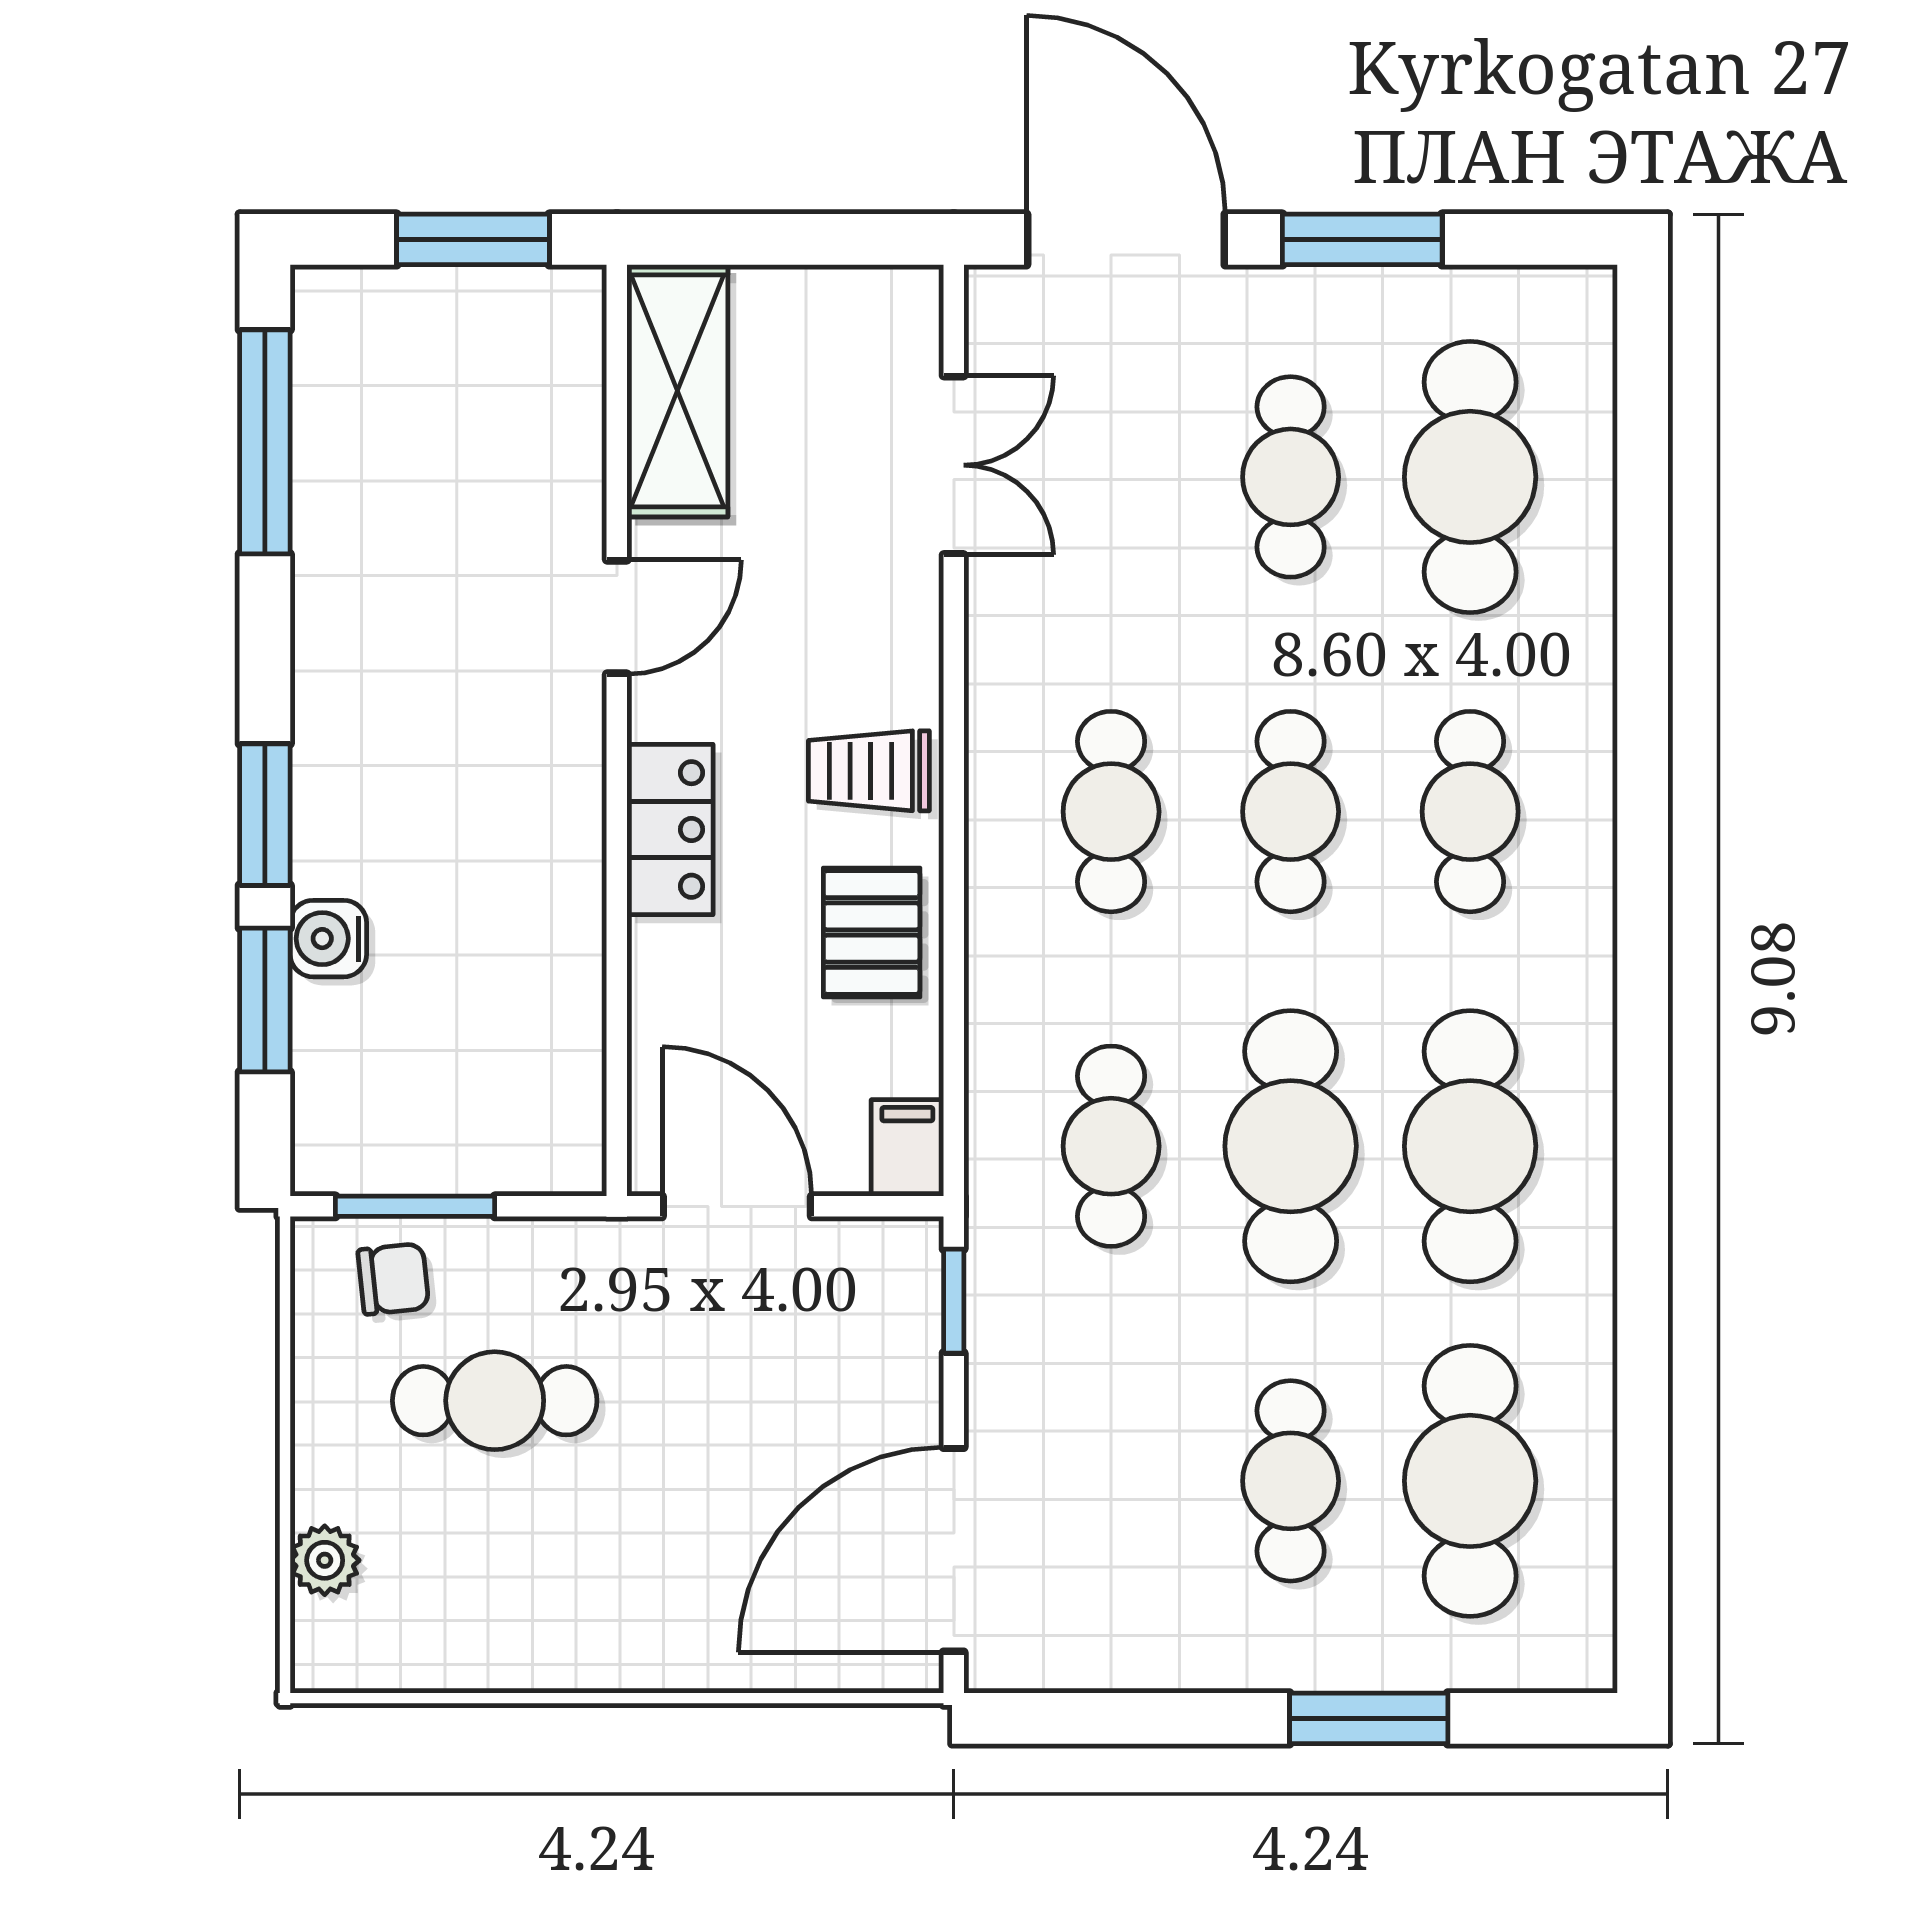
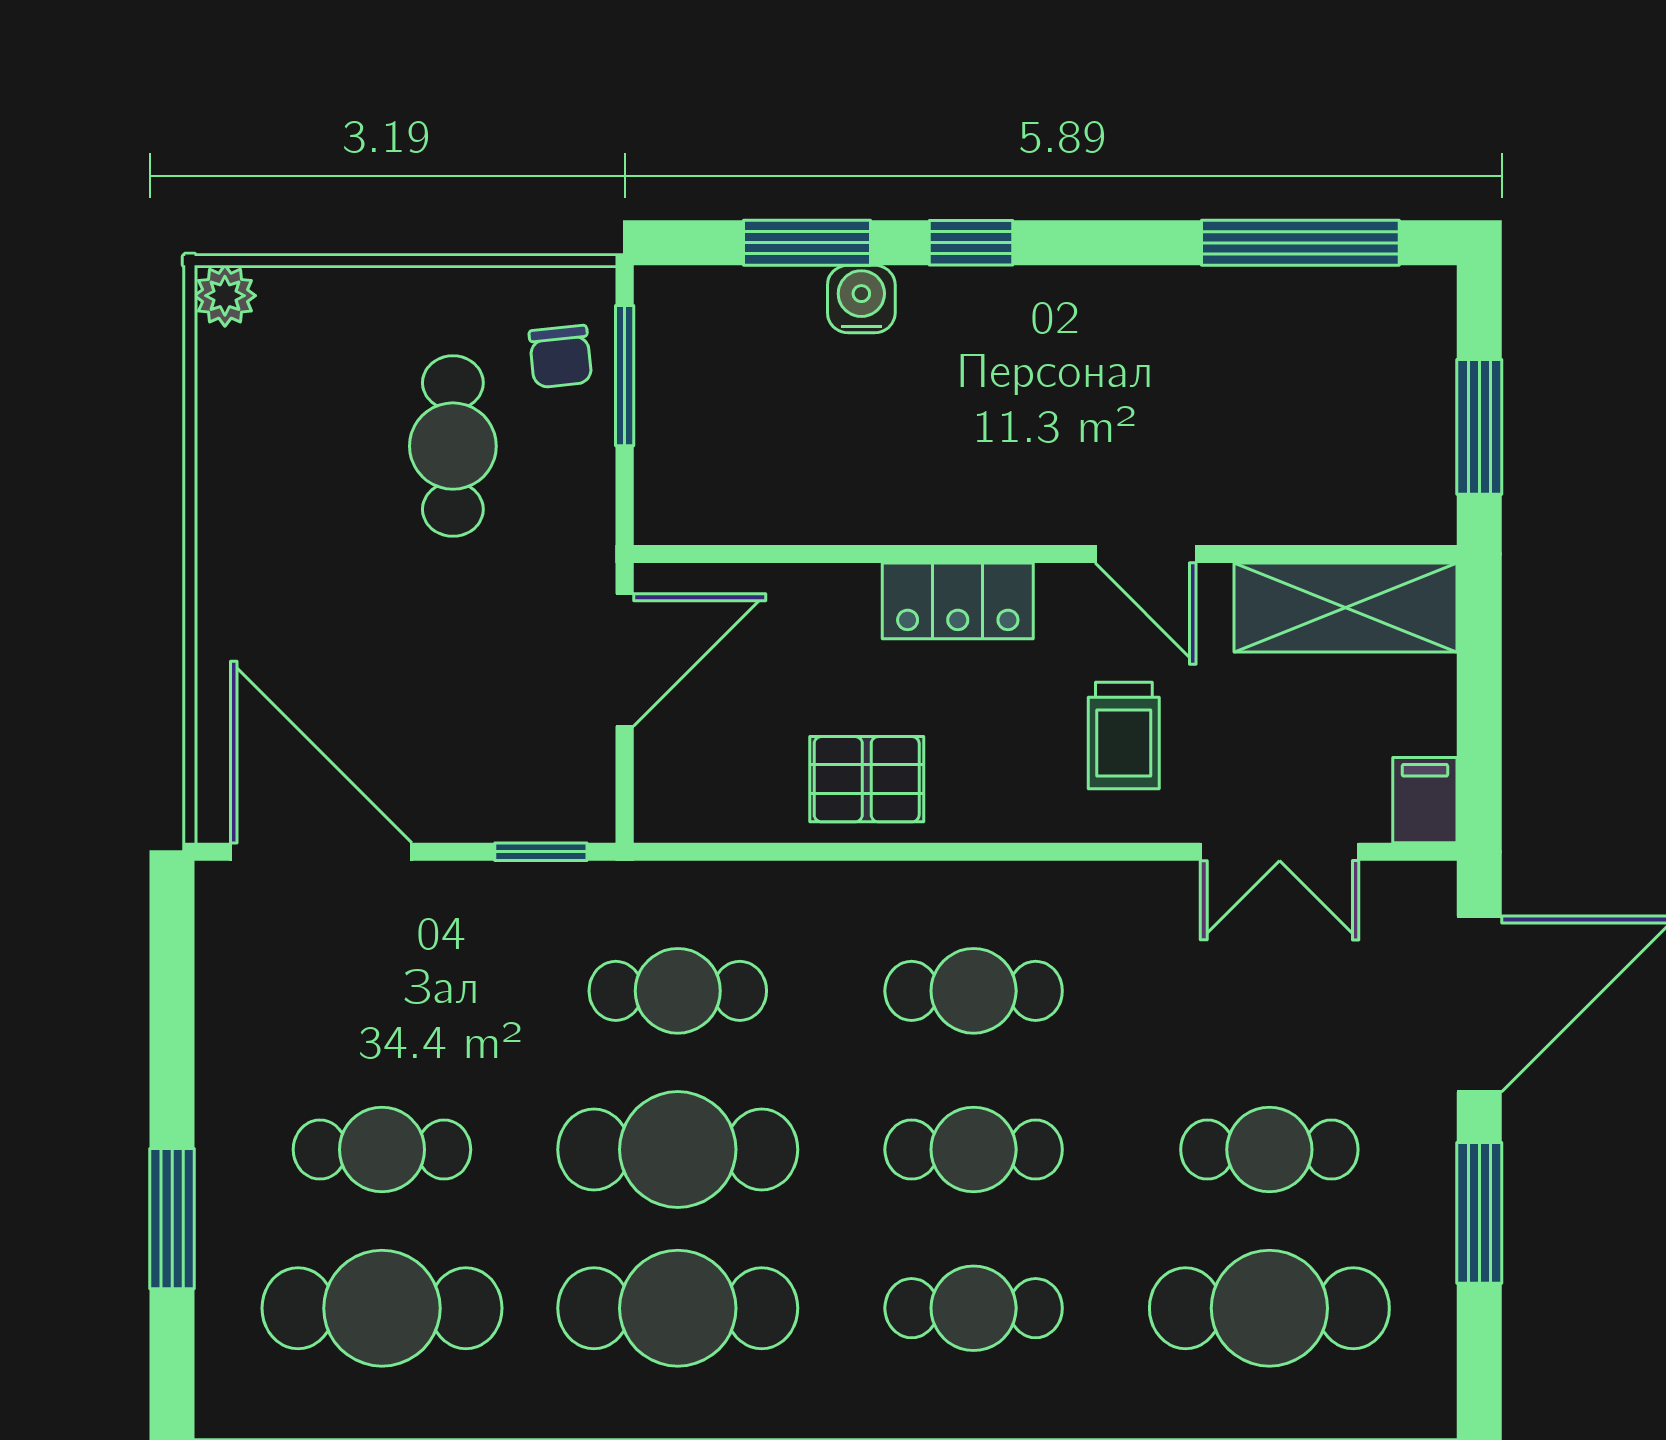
trolley: (869, 771) -> (1124, 735), moved, turned 180
window: (265, 815) -> (971, 243), width x0.67
filing cabinet: (907, 1148) -> (1425, 800), moved, turned -90
plant: (325, 1560) -> (225, 296), moved

